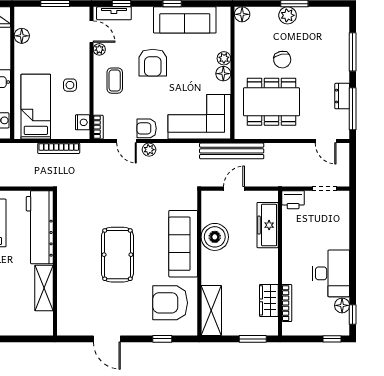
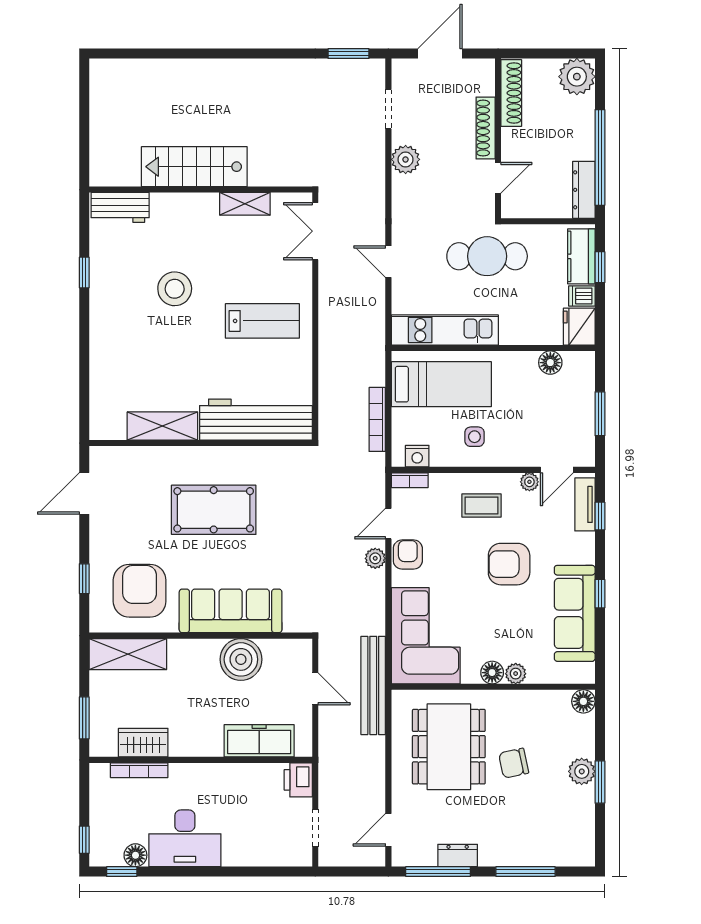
workbench: (40, 227) -> (256, 420), moved
wall: (55, 263) -> (201, 443), moved
shelving: (44, 288) -> (162, 426), moved

